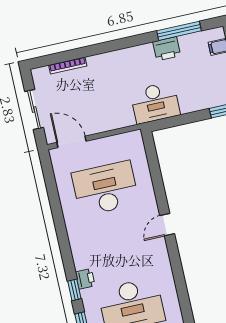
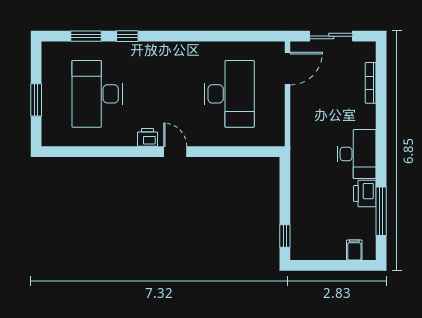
desk: (155, 103) -> (356, 154), moved, turned 180
printer: (85, 279) -> (148, 137), moved, turned 180

